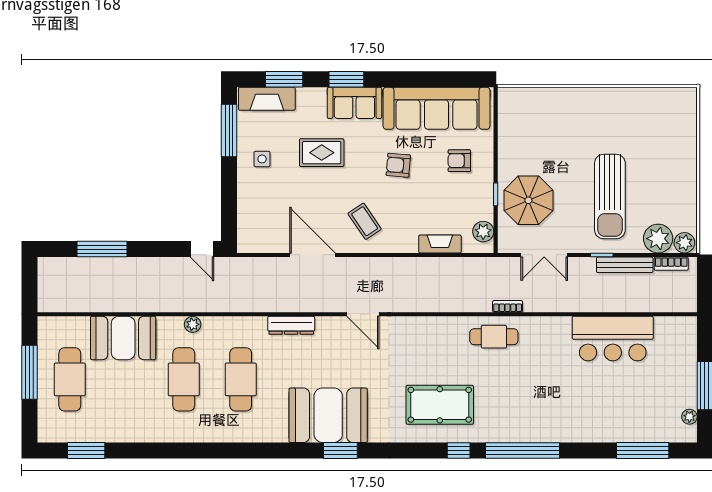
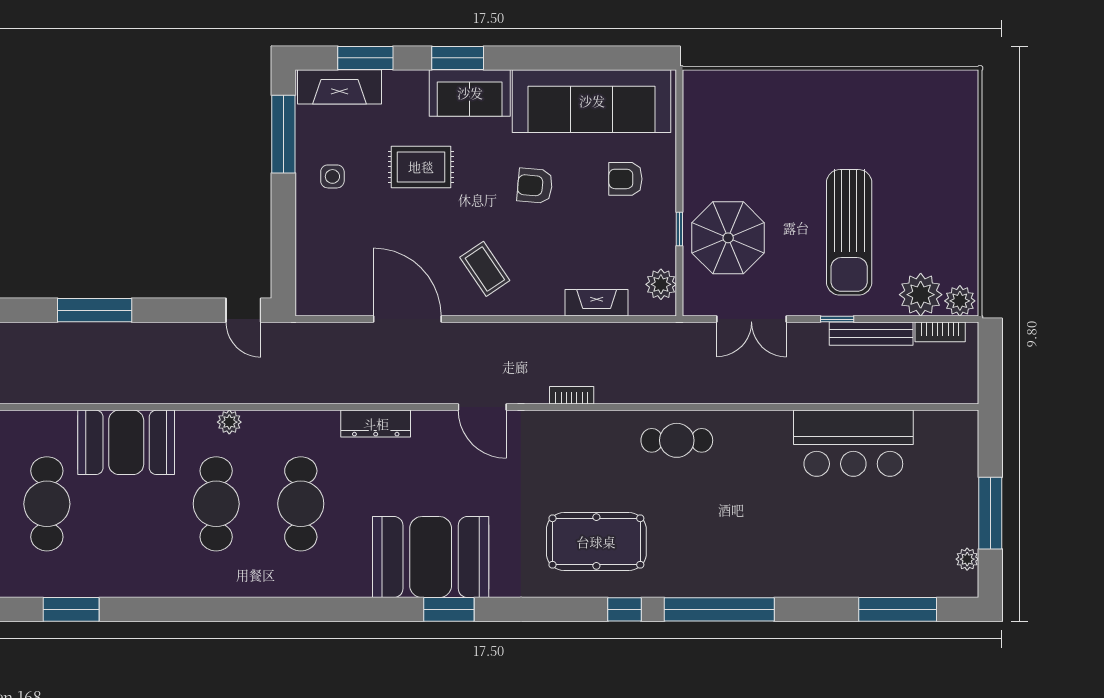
bookcase: (508, 306) -> (572, 395), moved

